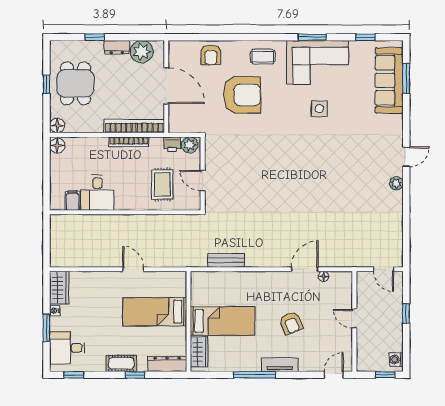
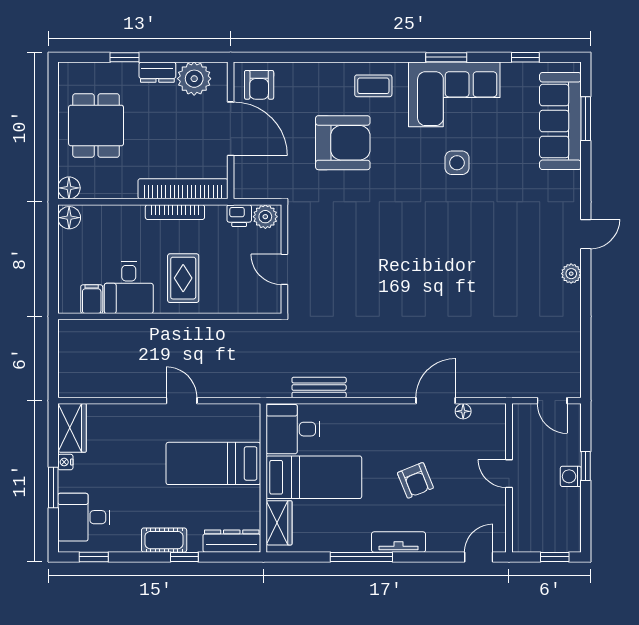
armchair: (211, 55) -> (259, 85), moved
window: (46, 84) -> (53, 127), removed
rug: (162, 184) -> (183, 278), moved
desk: (208, 288) -> (293, 429), added
washing machine: (396, 360) -> (571, 476), moved

